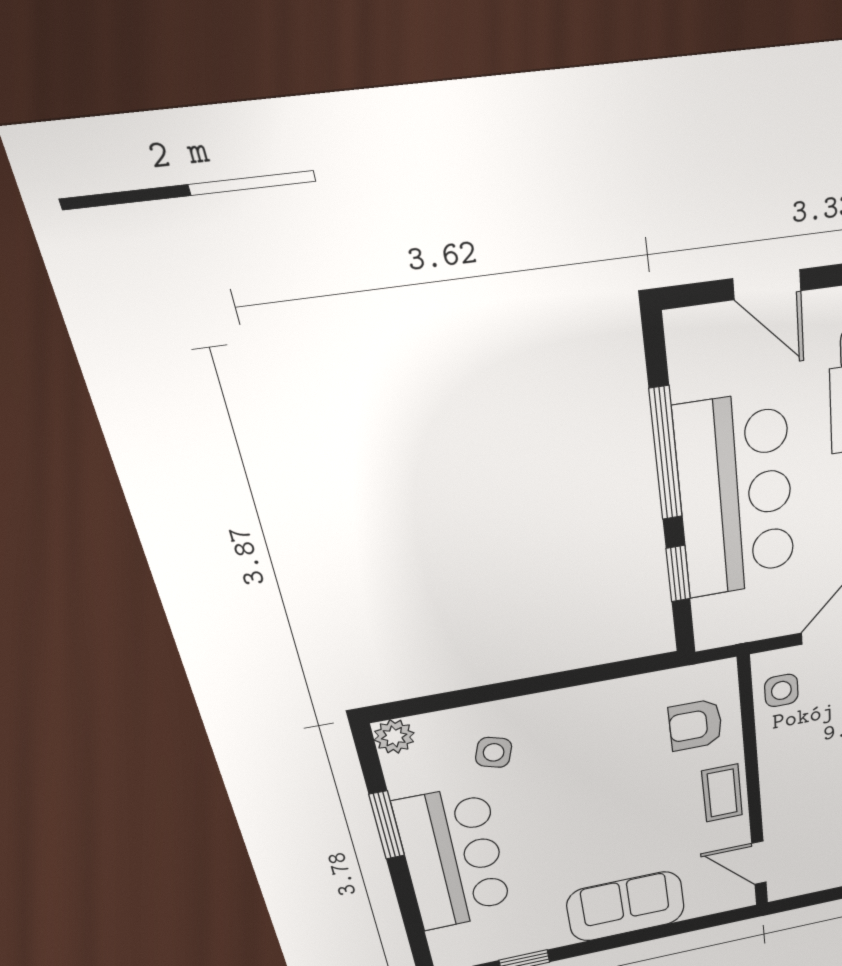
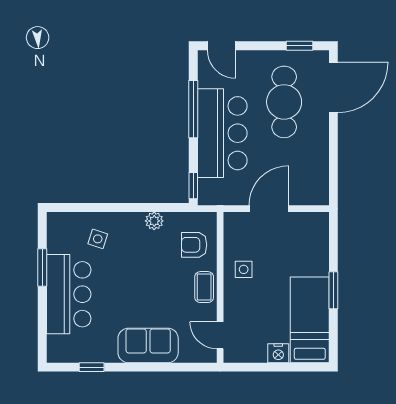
door: (767, 285) -> (221, 46), moved
window: (678, 574) -> (193, 186), moved
side table: (781, 690) -> (244, 269), moved
plant: (394, 737) -> (154, 221), moved

